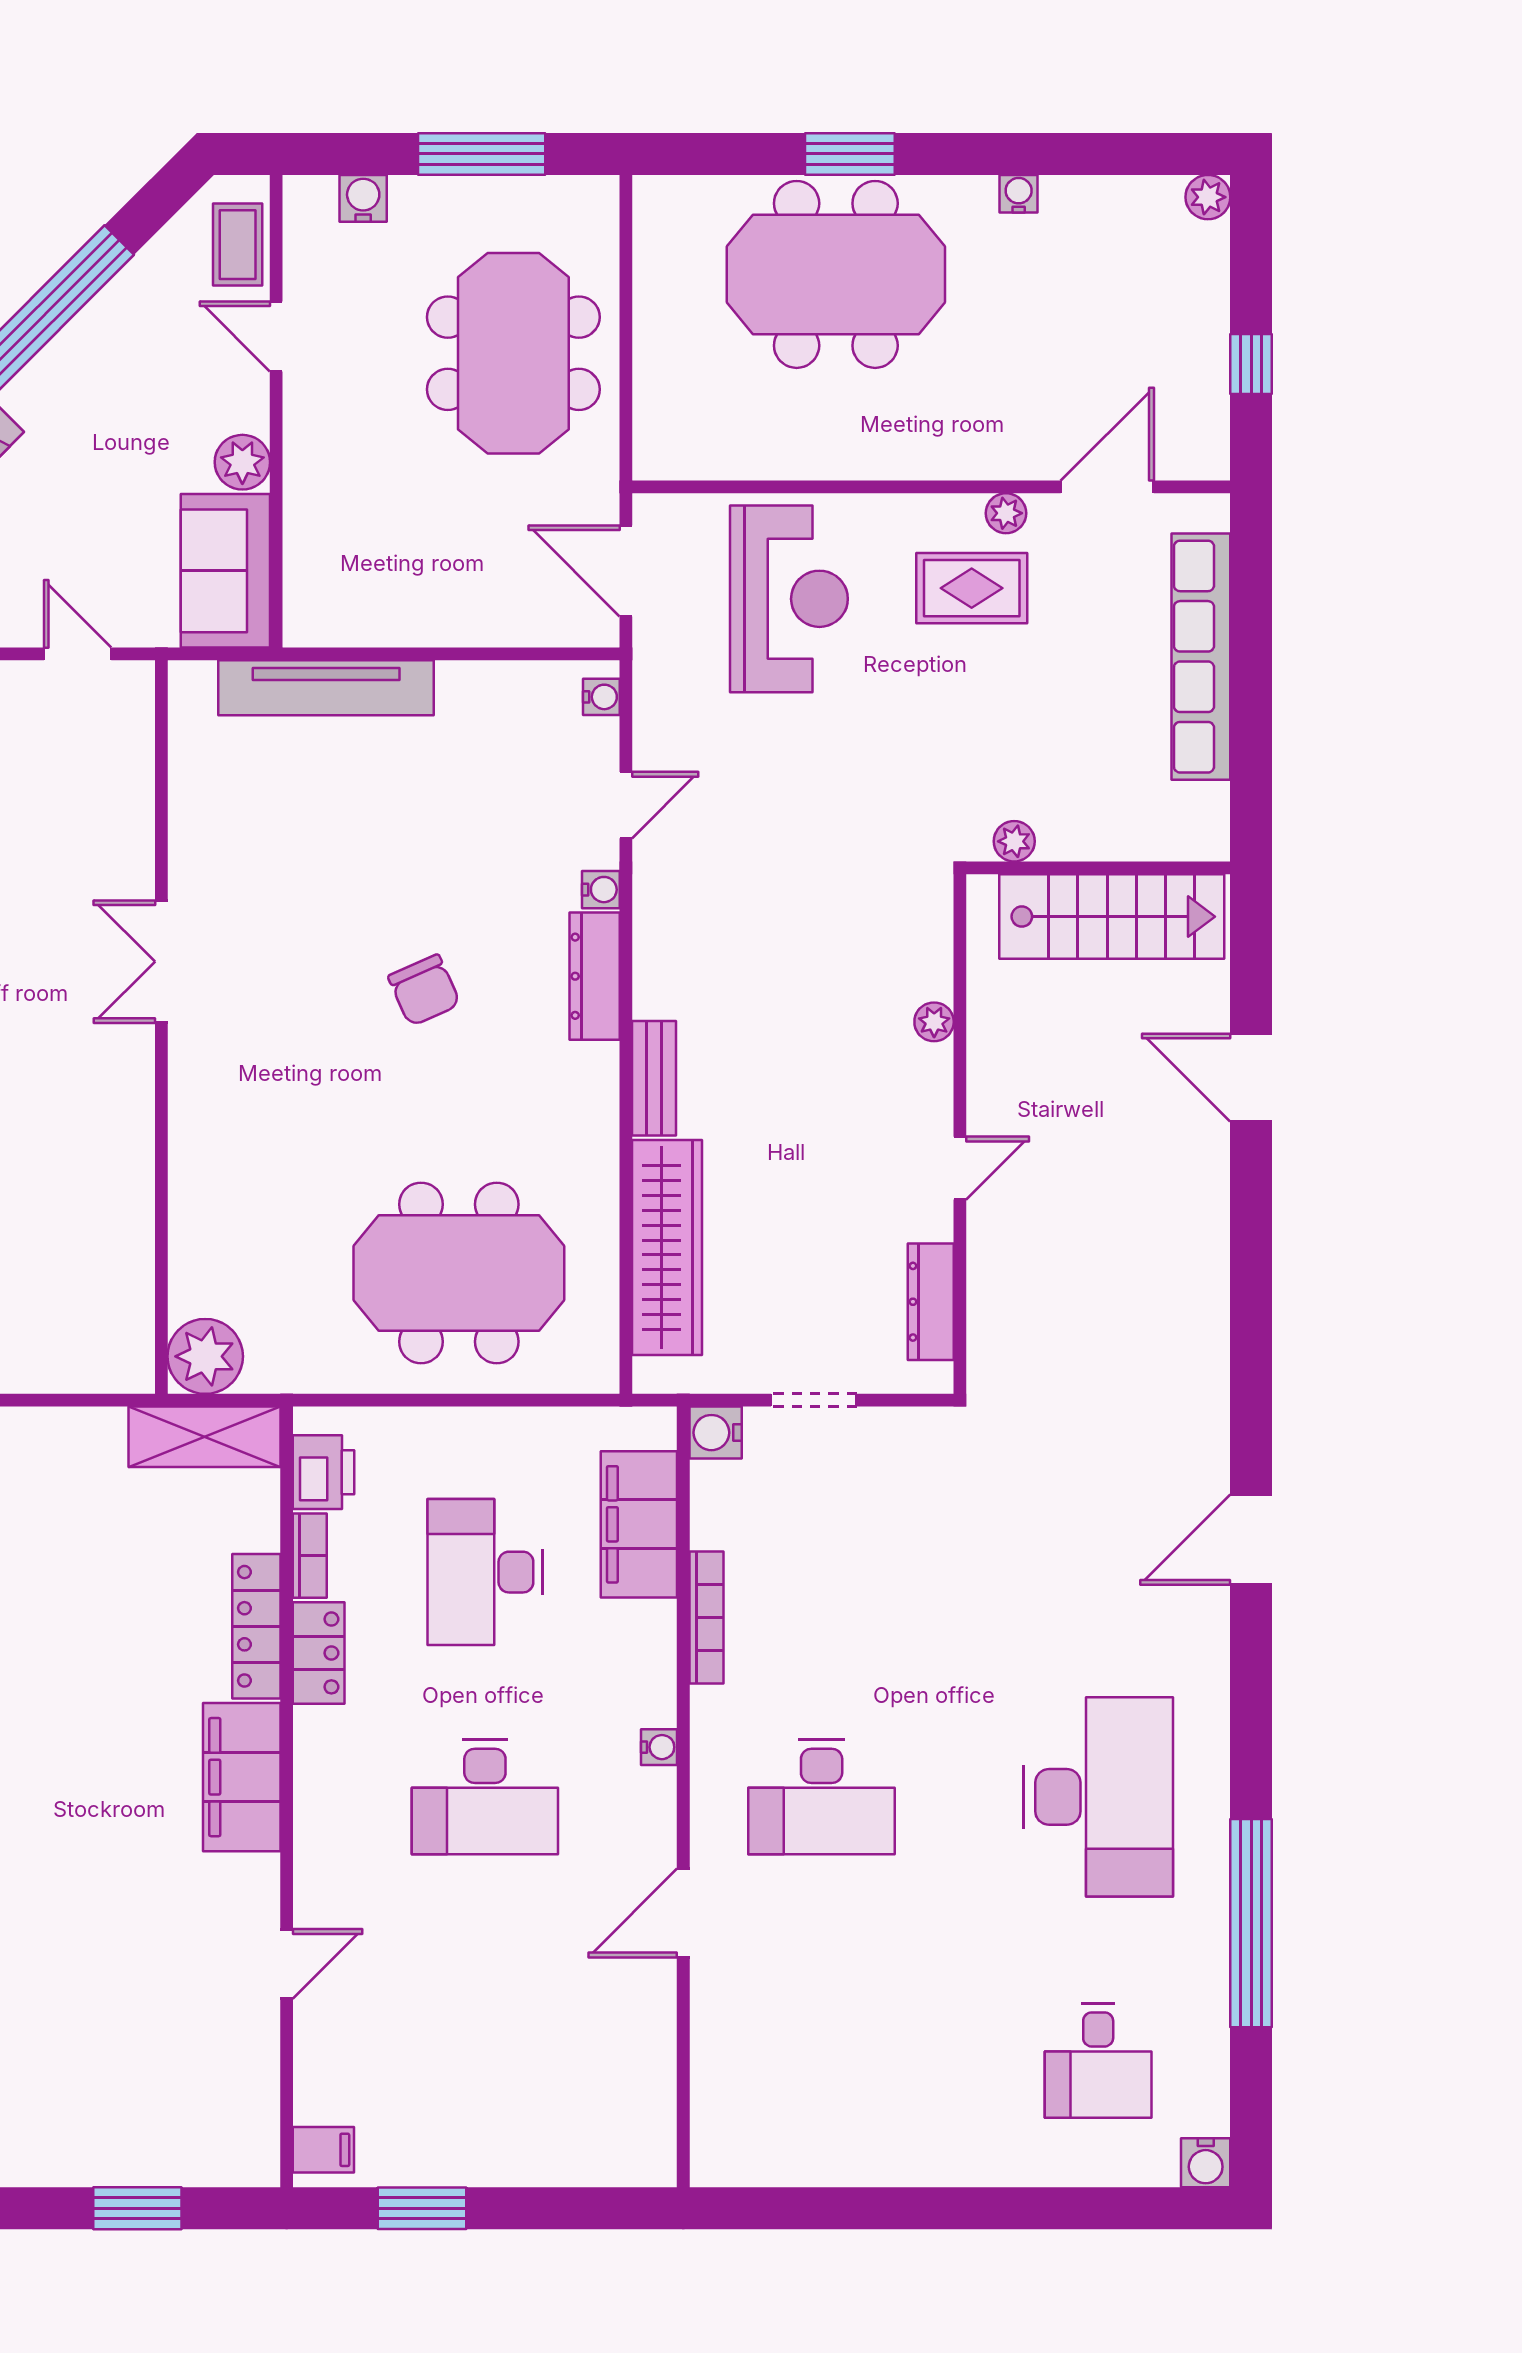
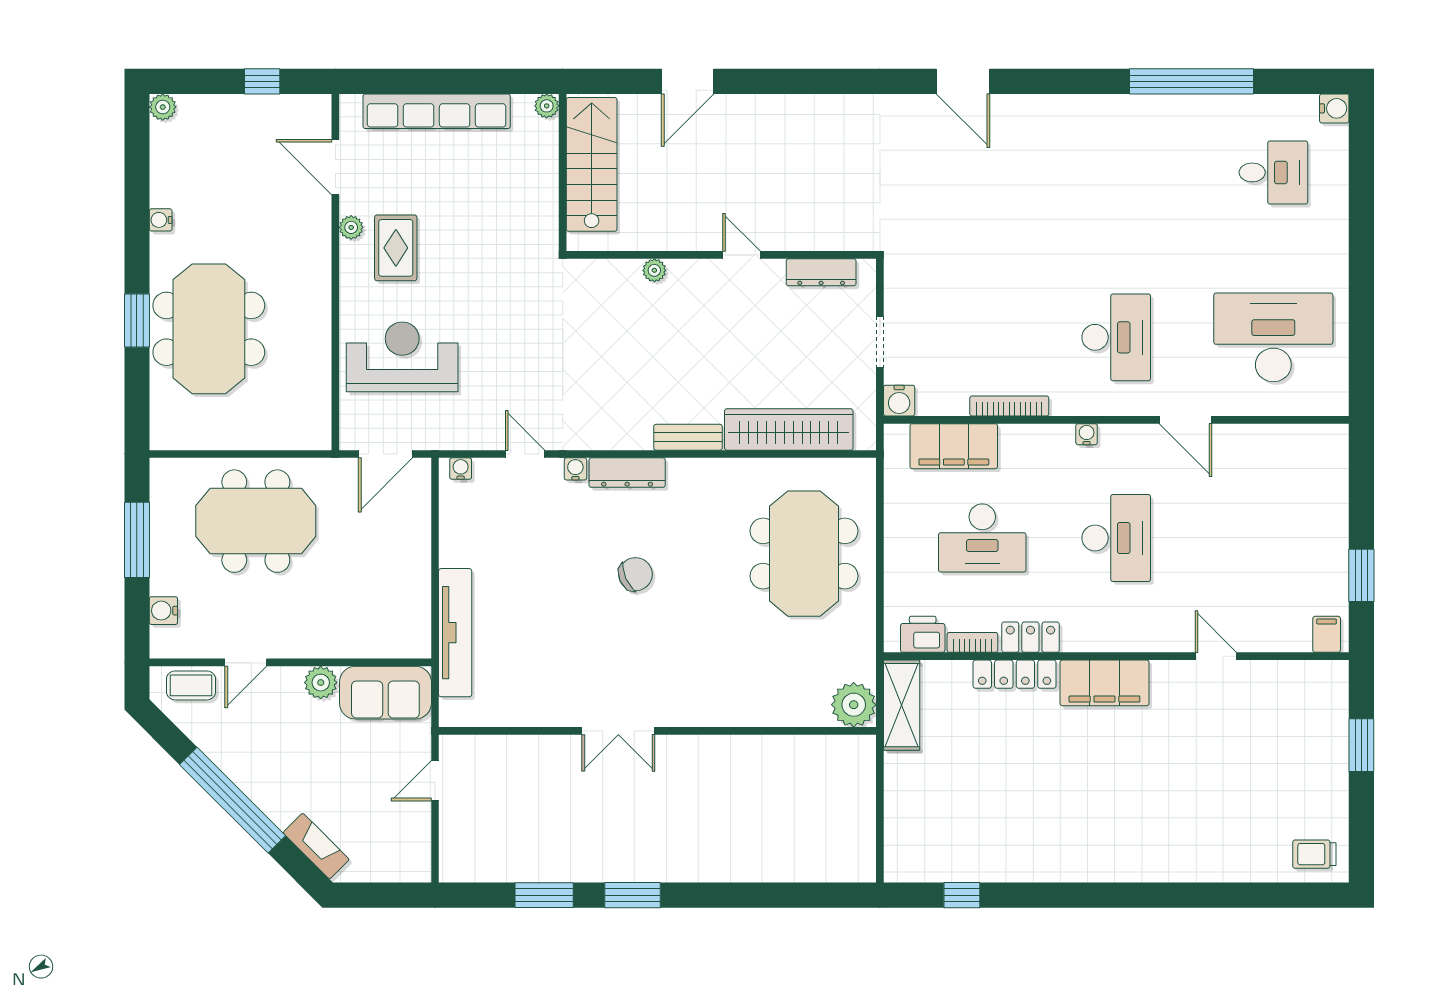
plant: (1014, 841) -> (547, 106), moved
desk: (1098, 1797) -> (1273, 337), moved

